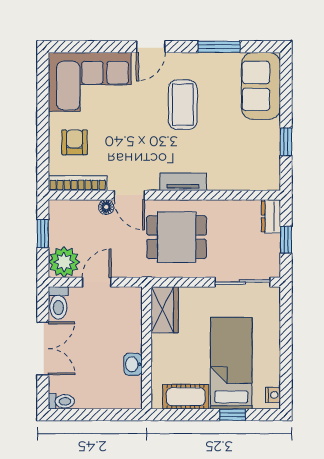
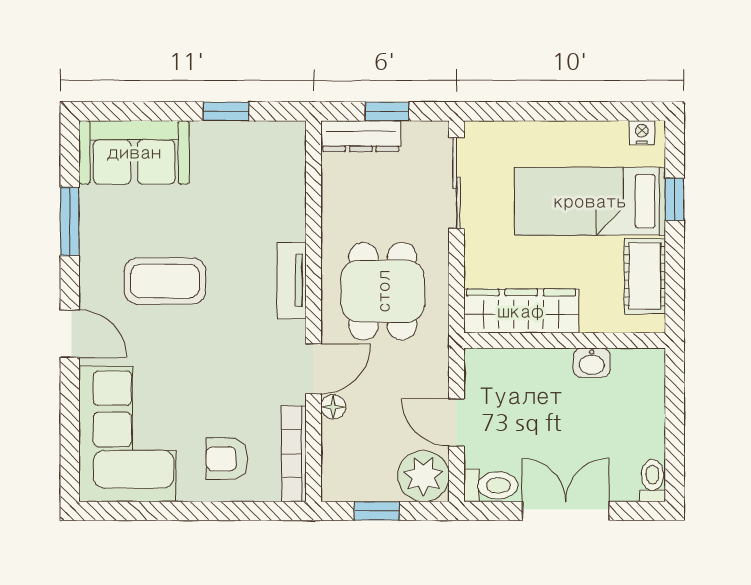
dresser: (271, 216) -> (361, 136), width x1.44
wardrobe: (164, 310) -> (521, 311), width x1.50

